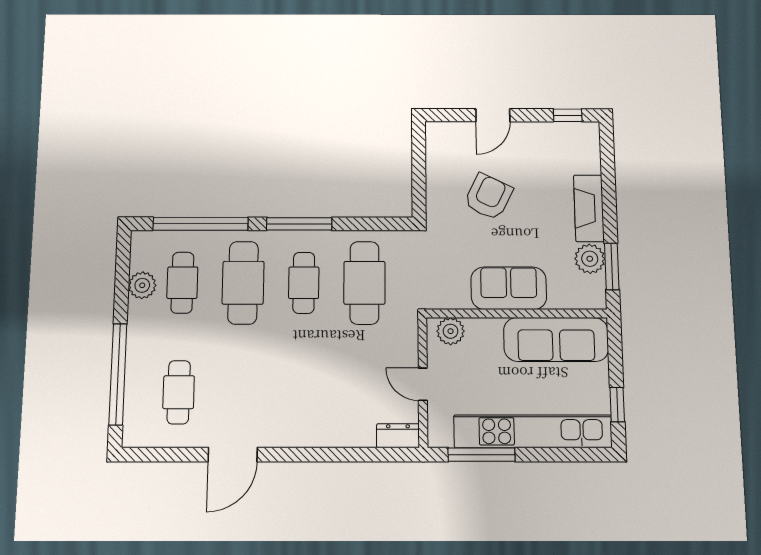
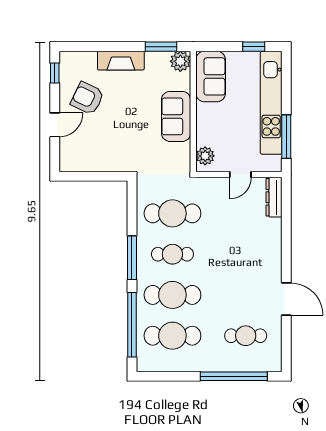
door: (493, 115) -> (55, 125), hinge flipped
armchair: (488, 197) -> (87, 98), moved
plant: (590, 259) -> (180, 61), moved
cafe table: (182, 283) -> (172, 336), width x1.37, depth x1.35
plant: (142, 285) -> (174, 363), removed
sofa: (556, 339) -> (211, 76), width x0.73
dresser: (398, 436) -> (274, 197), width x1.44

